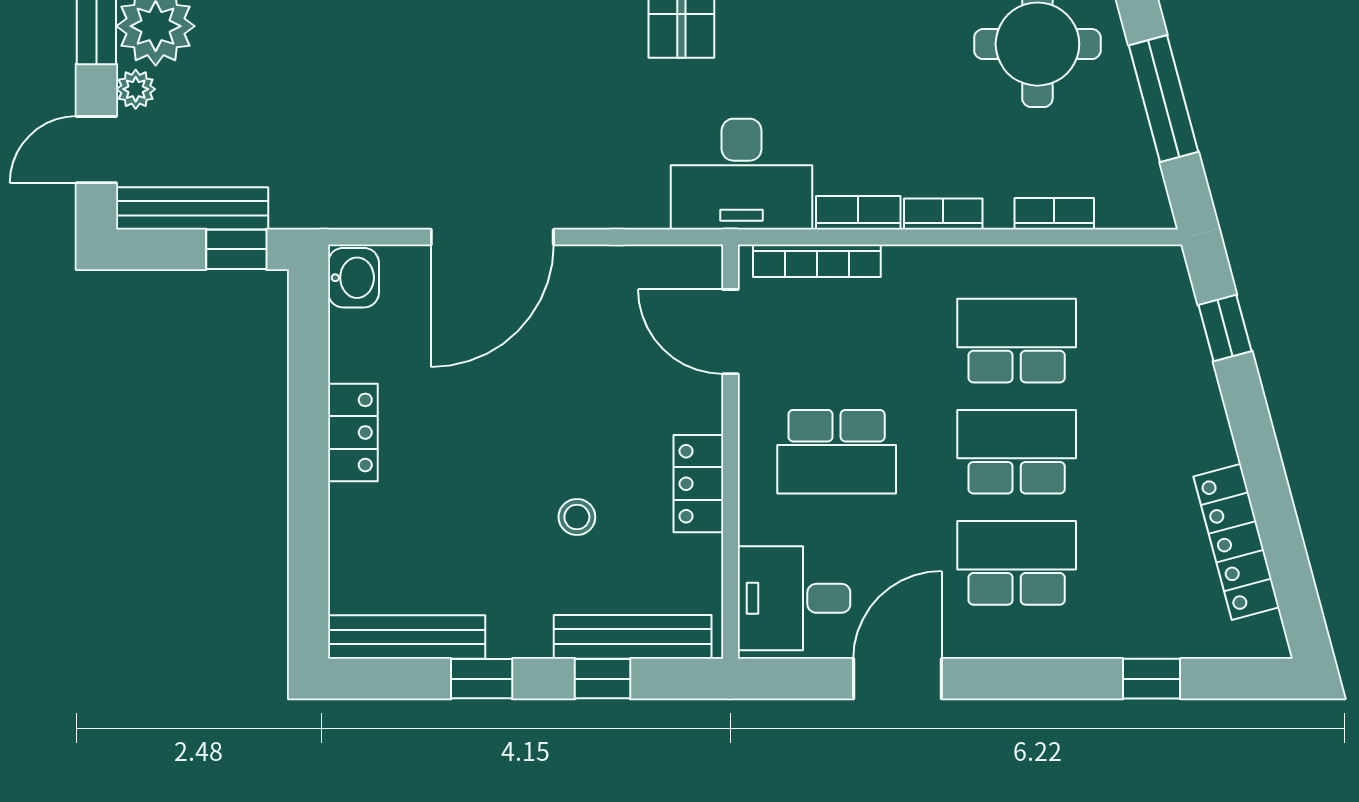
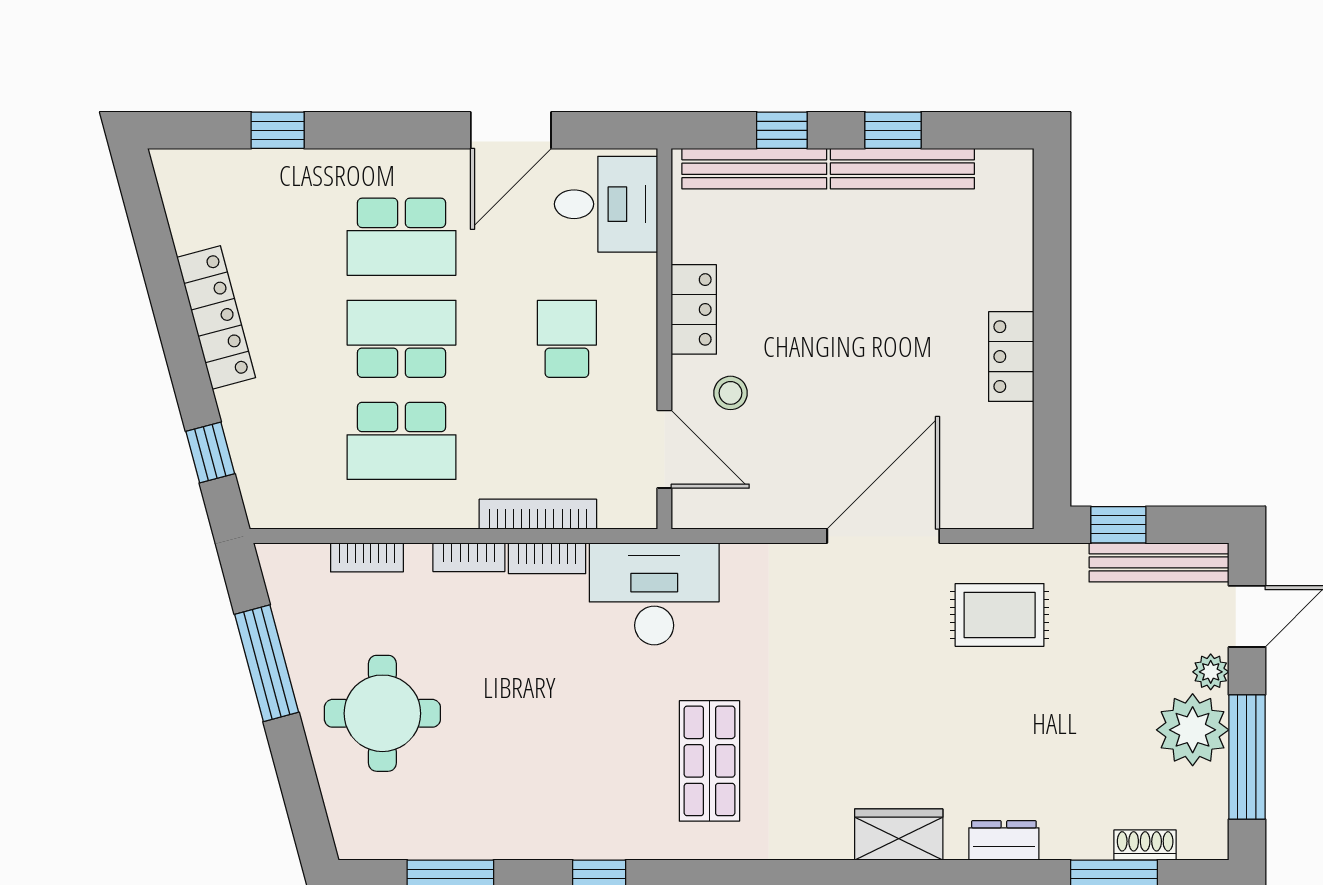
rug: (366, 151) -> (1000, 615), added
bookcase: (817, 261) -> (538, 514), moved
washbasin: (354, 278) -> (1011, 499), removed
school desk: (837, 452) -> (567, 339), width x0.54
school desk: (1017, 452) -> (402, 339), turned 180
stool: (577, 517) -> (730, 393), moved
locker: (1236, 542) -> (216, 317), moved
bench: (407, 637) -> (902, 169), moved

